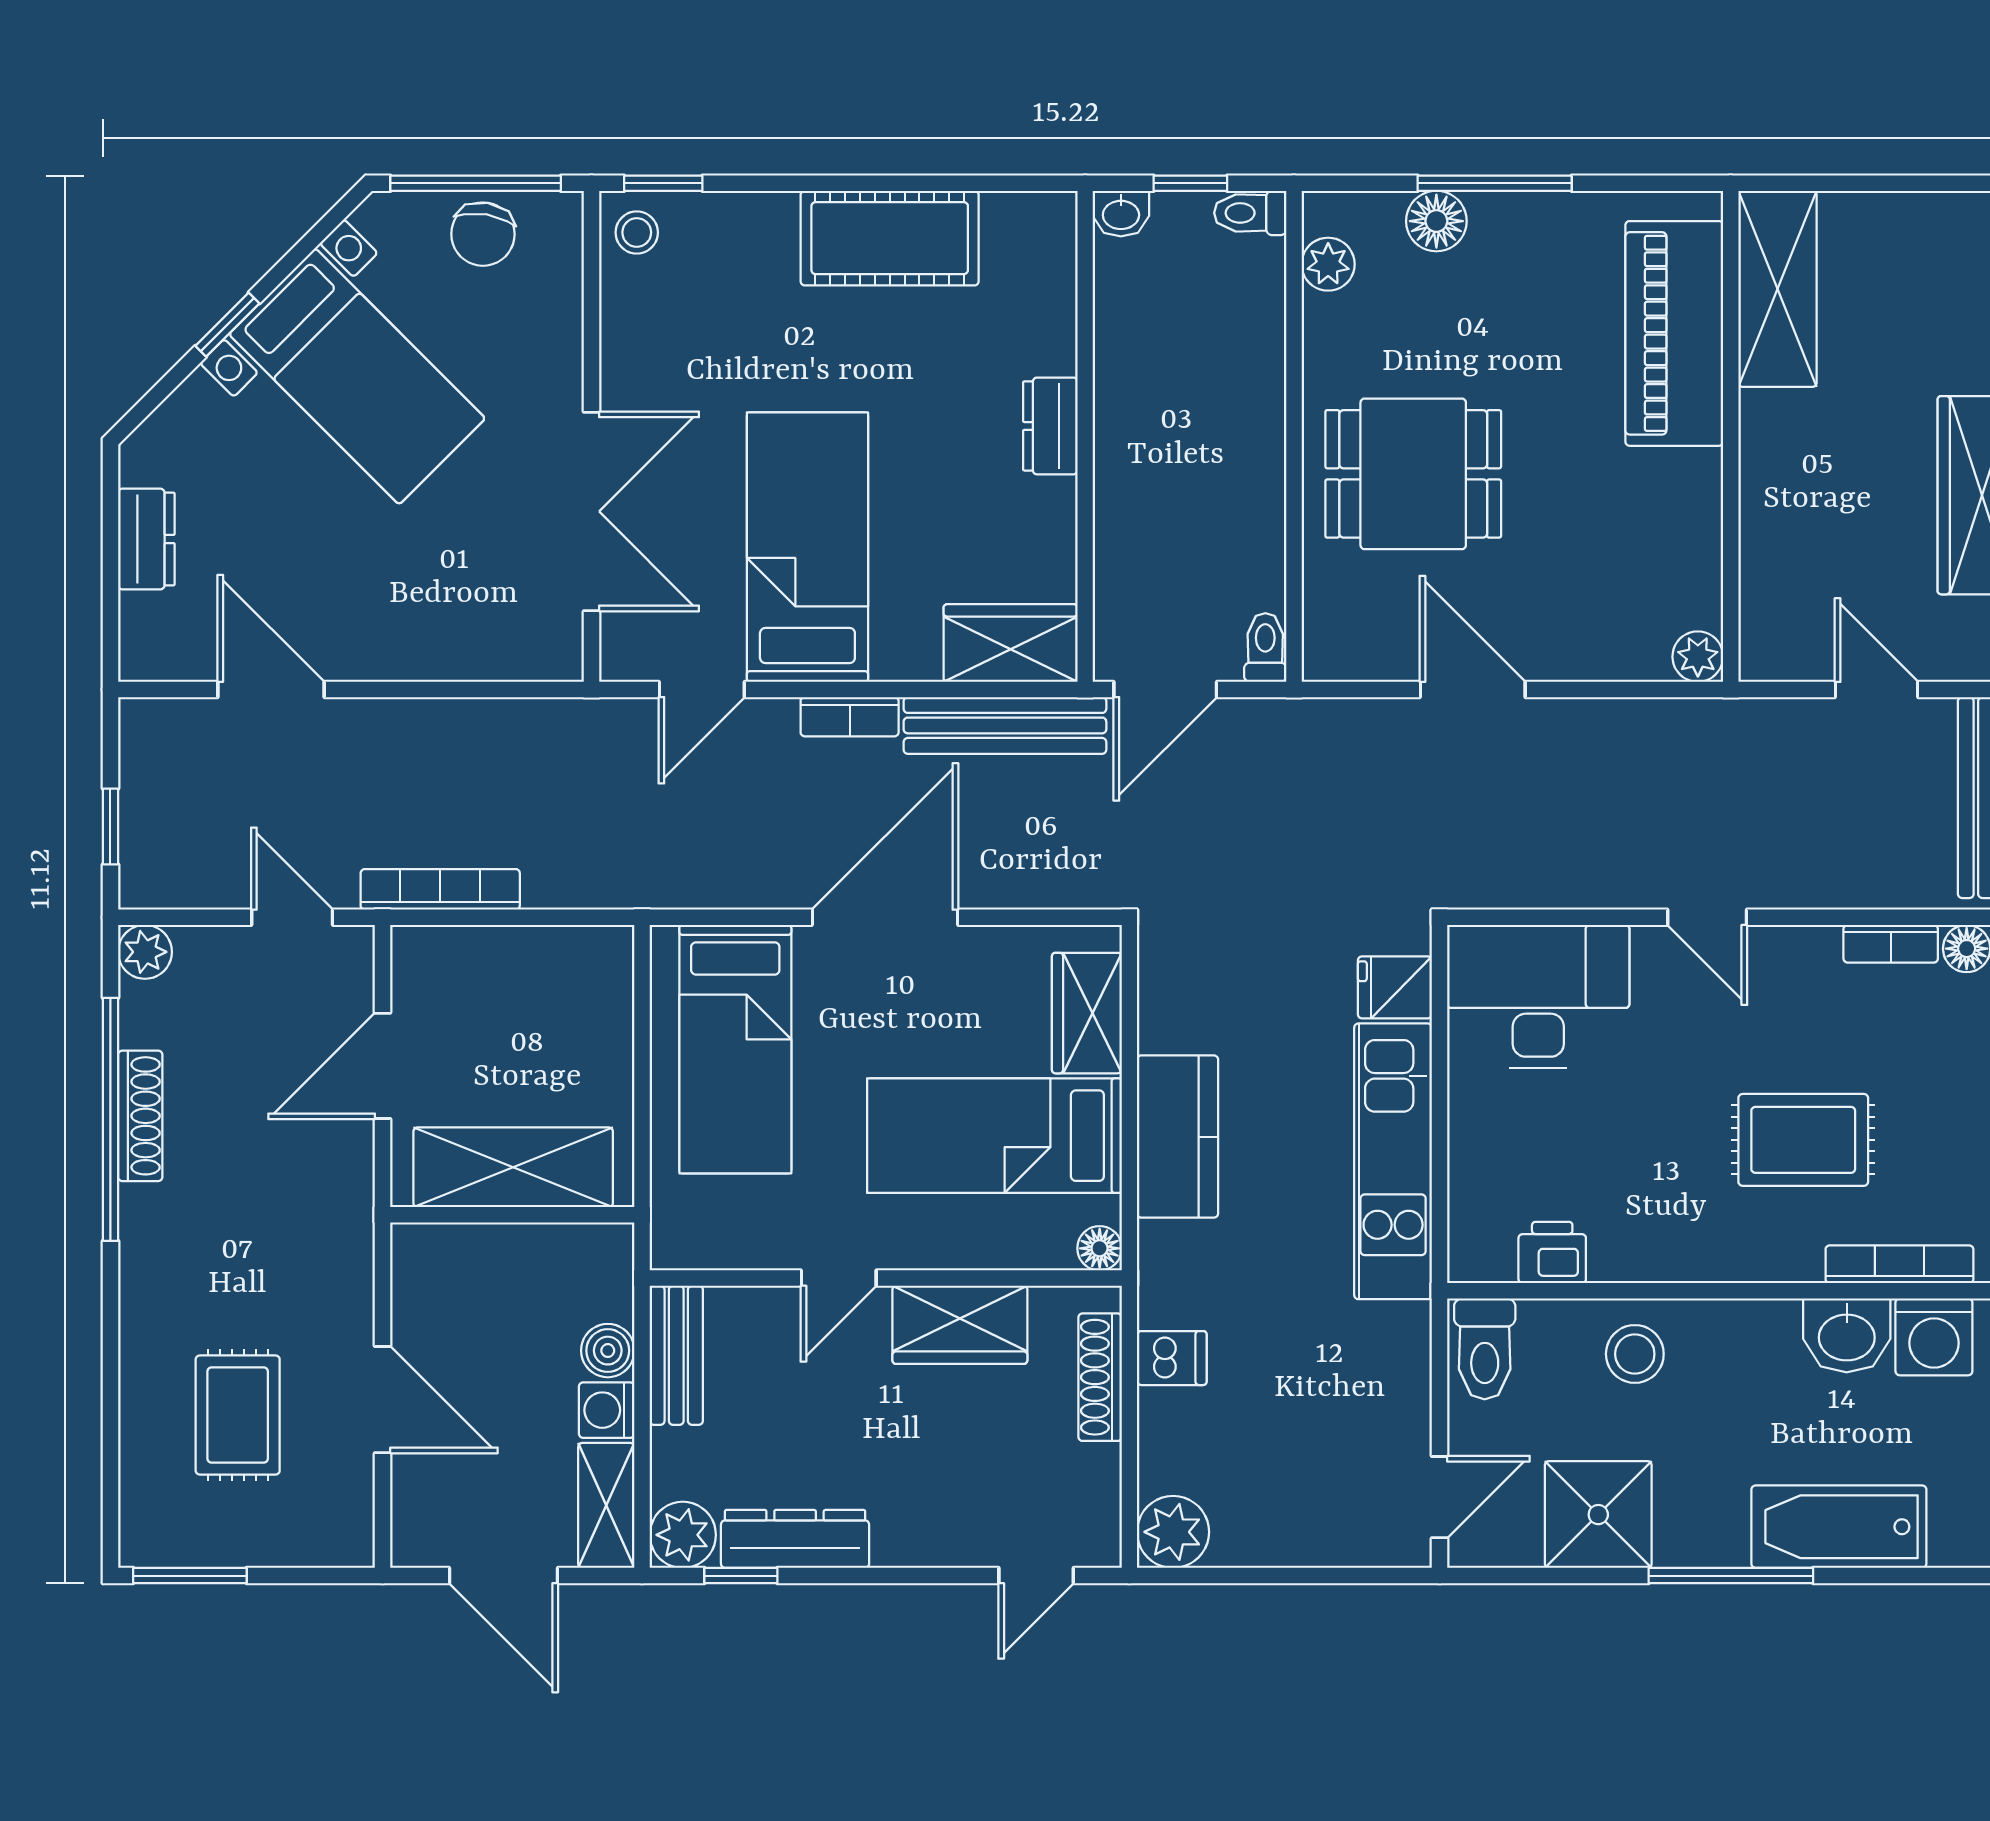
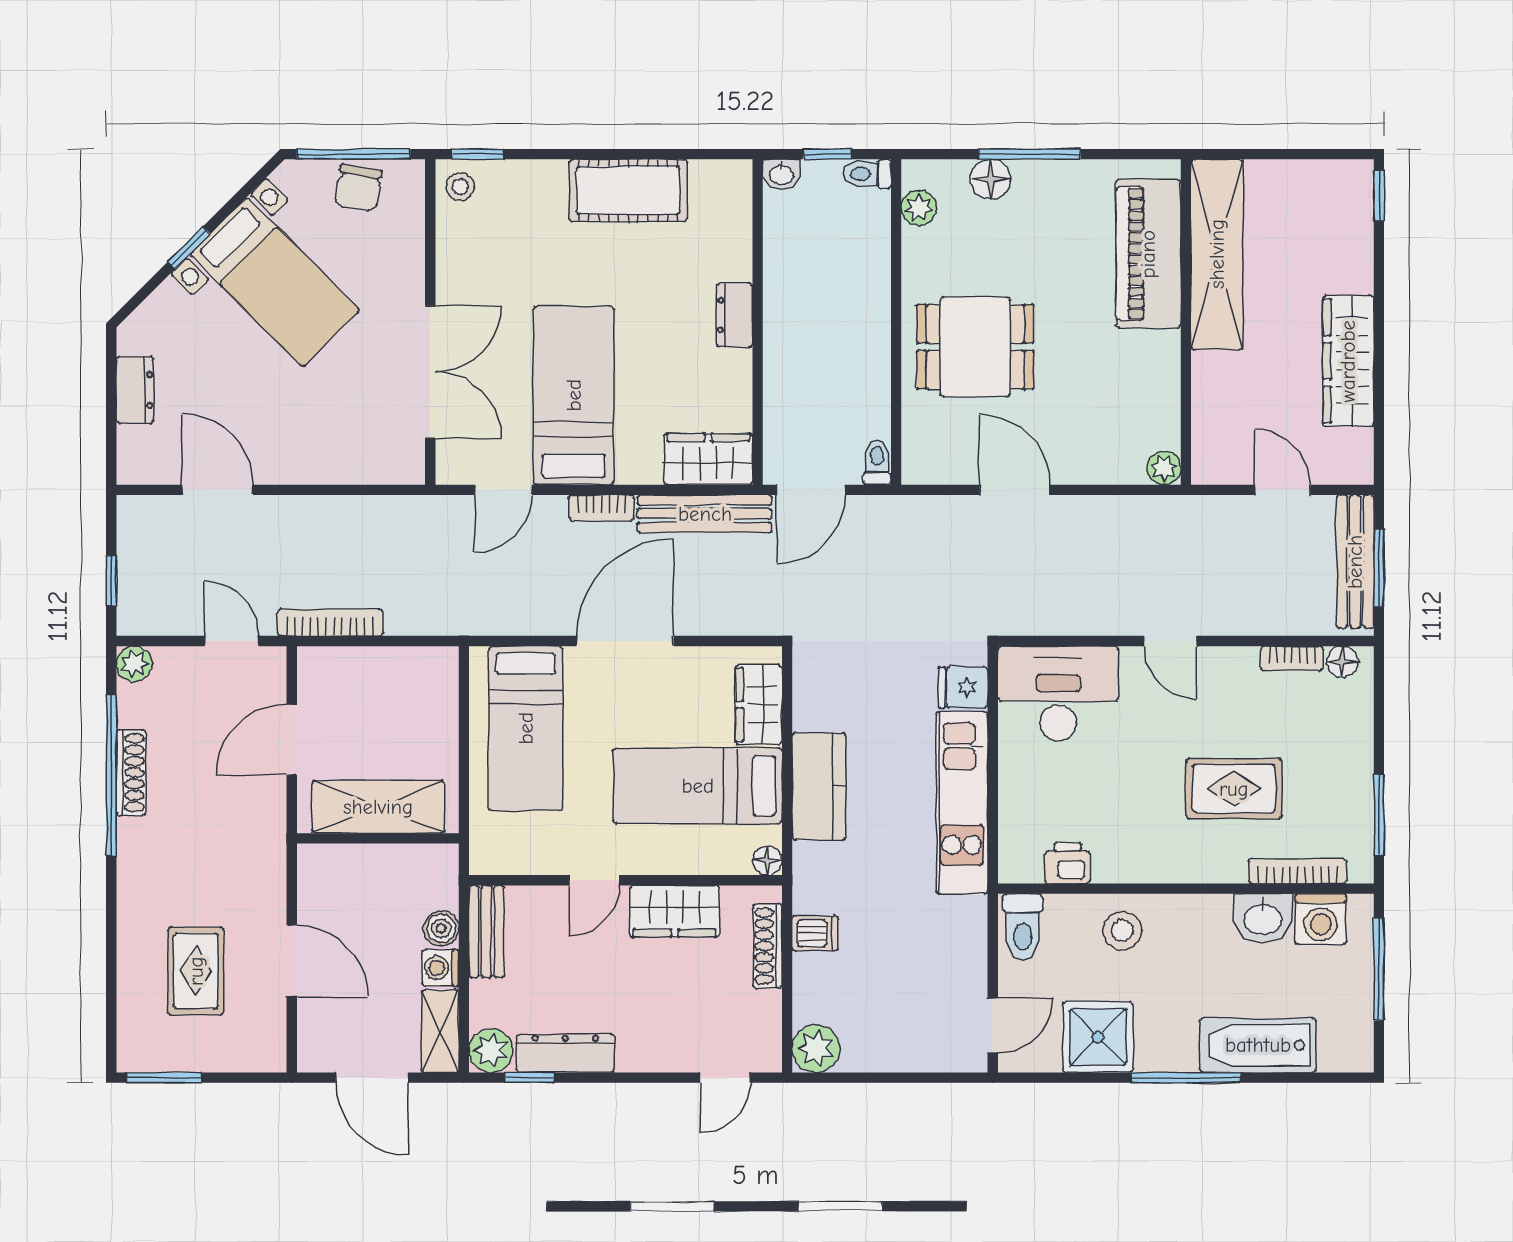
shelving: (1777, 289) -> (1217, 254), width x1.47

